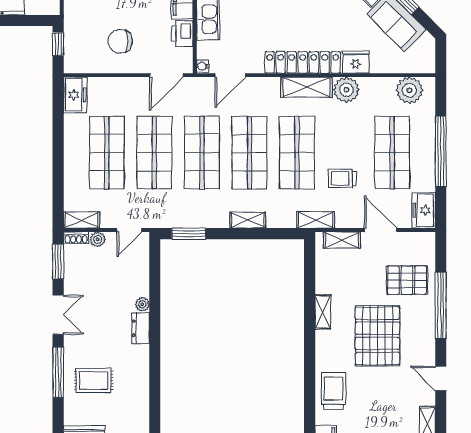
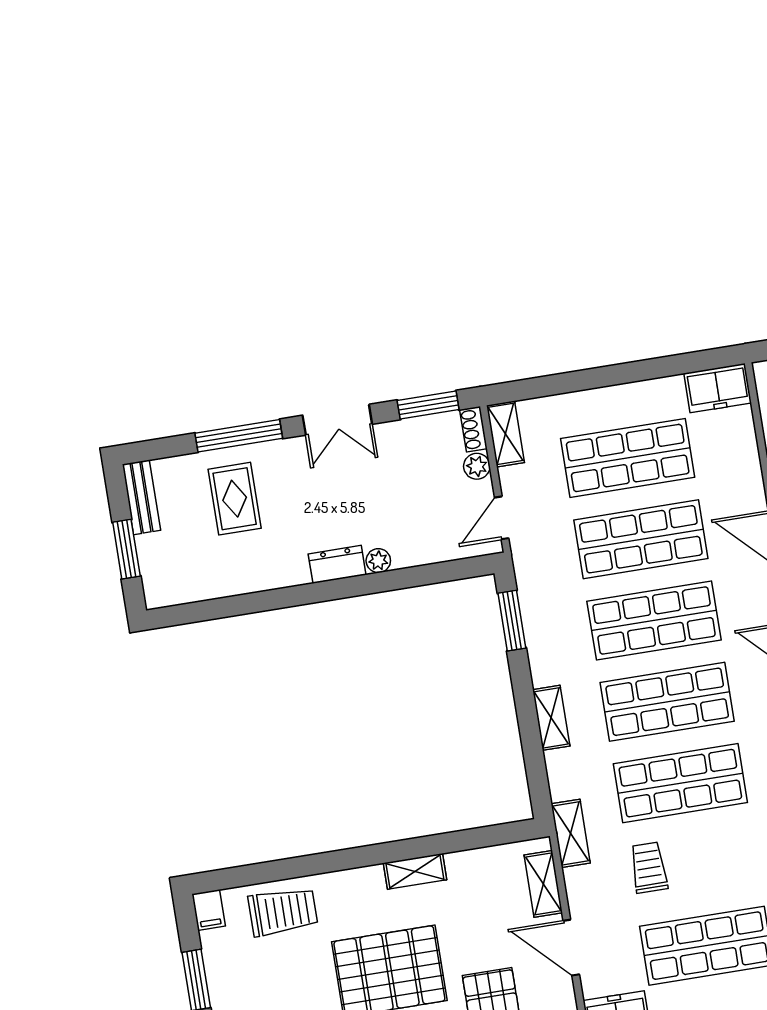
door: (129, 230) -> (502, 518), hinge flipped
door: (381, 230) -> (571, 948), swing flipped

